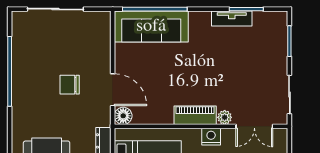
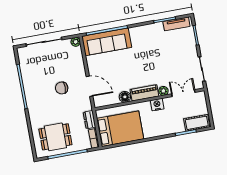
plant: (104, 18) -> (76, 42), added
tv unit: (232, 18) -> (176, 24), moved
floor lamp: (123, 116) -> (125, 97), moved
double door: (254, 126) -> (183, 93), swing flipped

